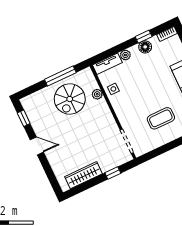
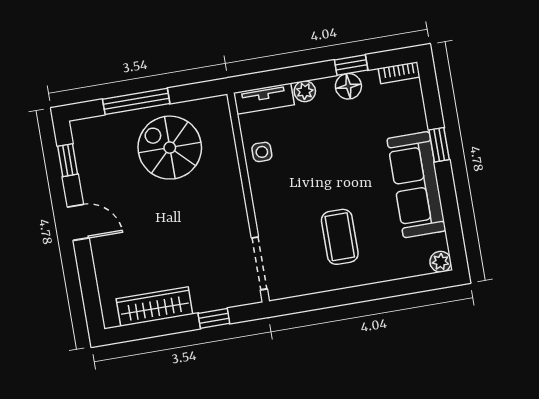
window: (60, 76) -> (136, 101), moved
plant: (97, 94) -> (227, 154), removed
spiral stairs: (70, 99) -> (170, 148), turned 90
coffee table: (161, 118) -> (340, 237), turned 90

